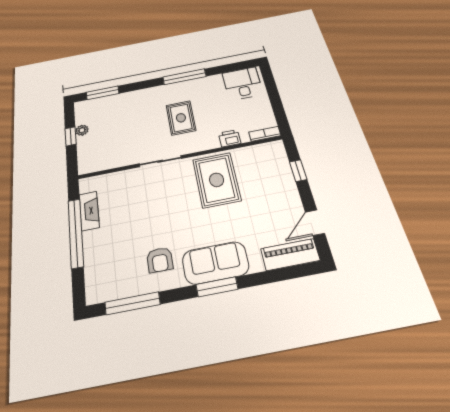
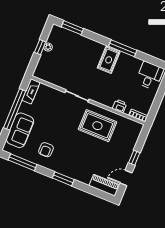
rug: (181, 118) -> (109, 60), moved
window: (298, 171) -> (134, 158), moved
rug: (217, 180) -> (97, 126), turned 90
fireplace: (89, 211) -> (31, 91), moved
sofa: (215, 263) -> (20, 130), moved, turned 90

